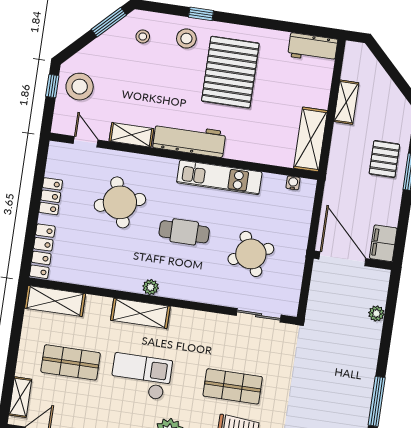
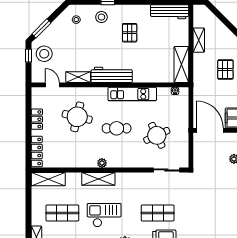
window: (109, 22) -> (41, 28), moved
workbench: (313, 48) -> (170, 12), width x1.38
pallet: (230, 72) -> (130, 33), width x0.49, depth x0.50
round table: (120, 202) -> (77, 117), turned 30

